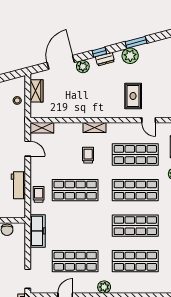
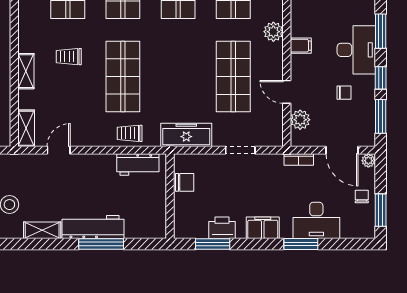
shelving: (95, 128) -> (26, 71), moved
workbench: (18, 185) -> (138, 165), moved
doorway: (28, 279) -> (240, 150), moved

